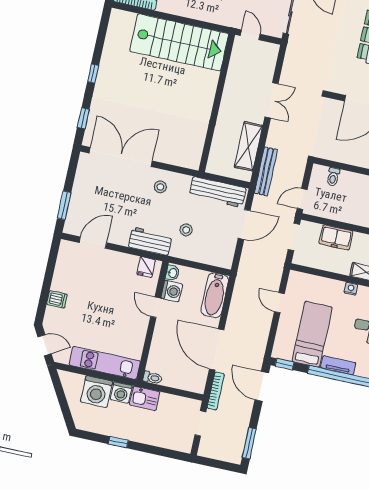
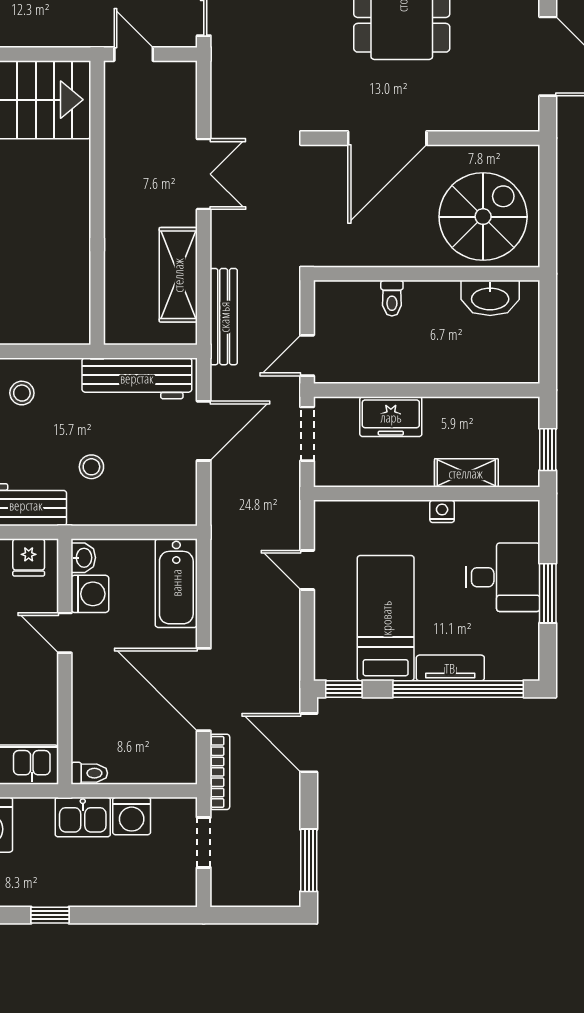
toilet: (333, 177) -> (392, 298), moved
washing machine: (121, 393) -> (132, 816), moved

